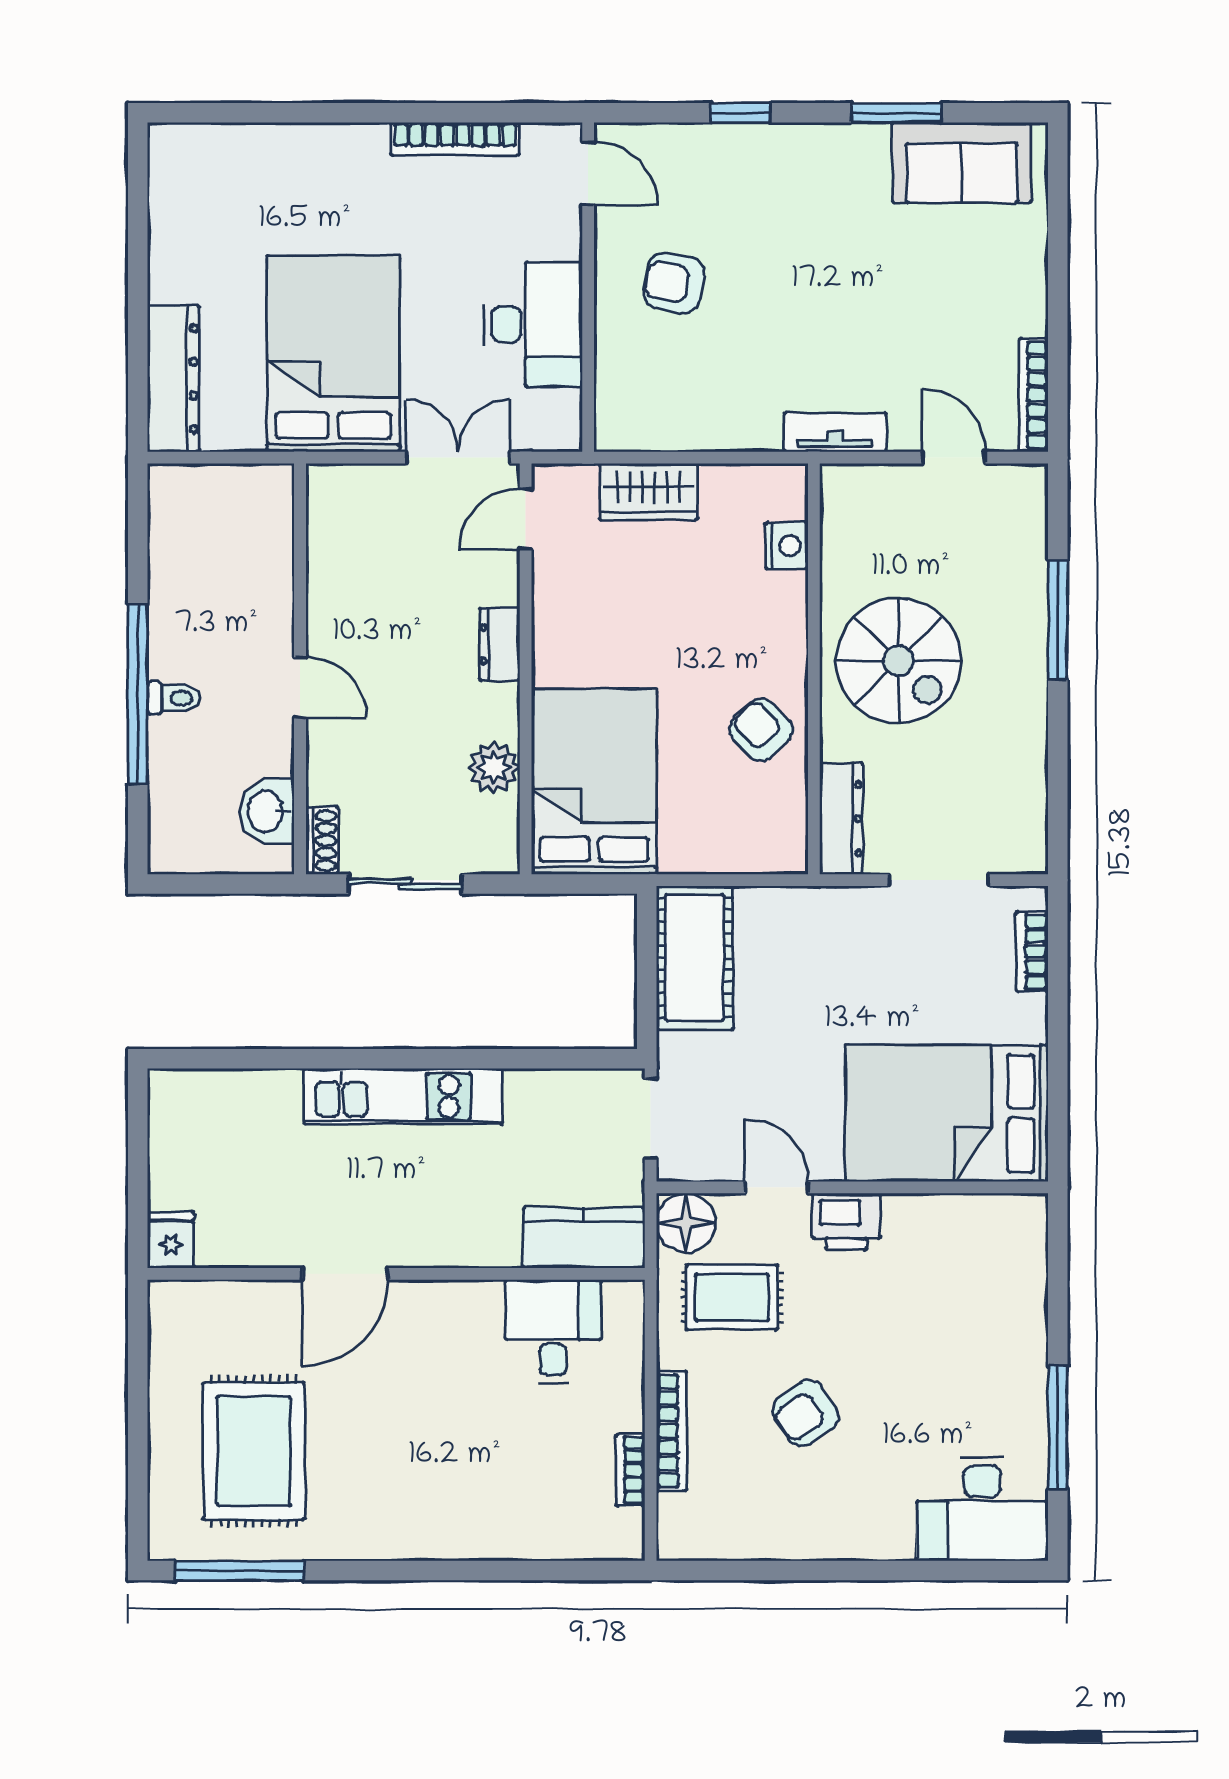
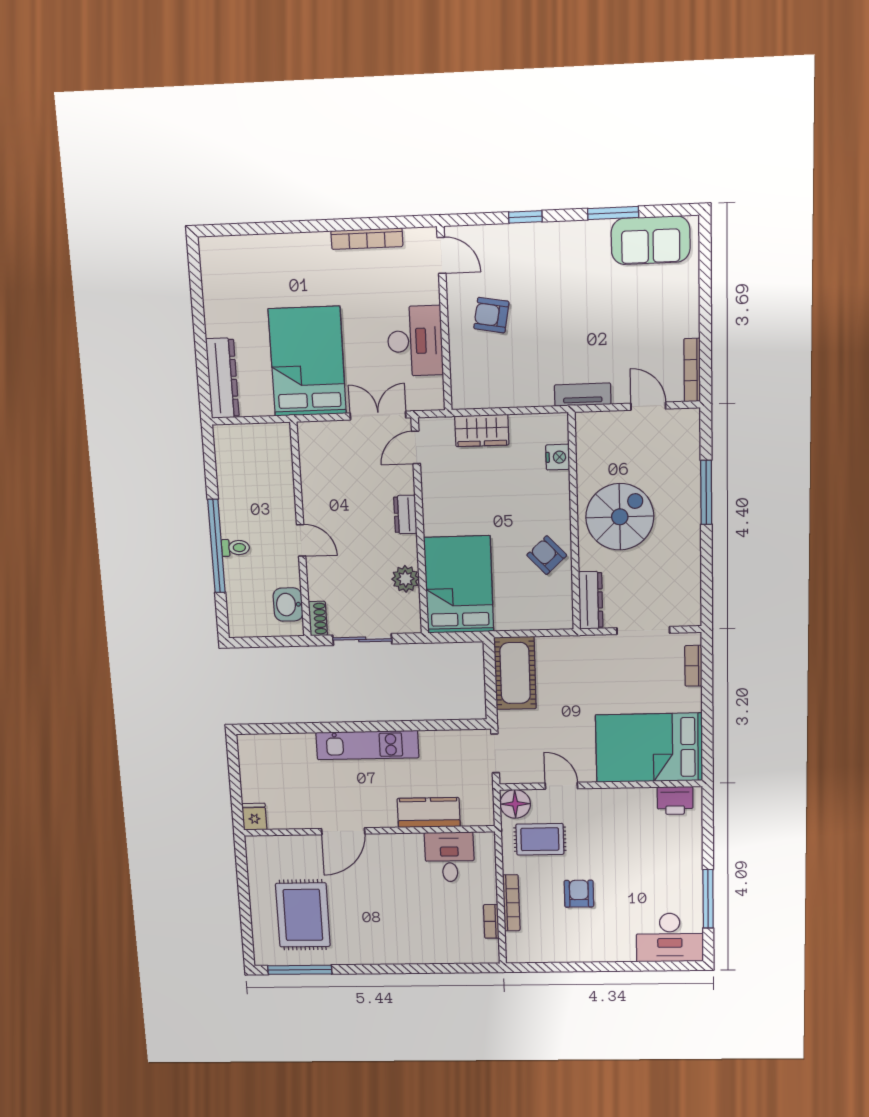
spiral stairs: (899, 661) -> (620, 517), turned -90
printer: (846, 1222) -> (675, 800), moved
kitchen counter: (584, 1238) -> (429, 813), moved
armchair: (805, 1413) -> (579, 894), turned 123

